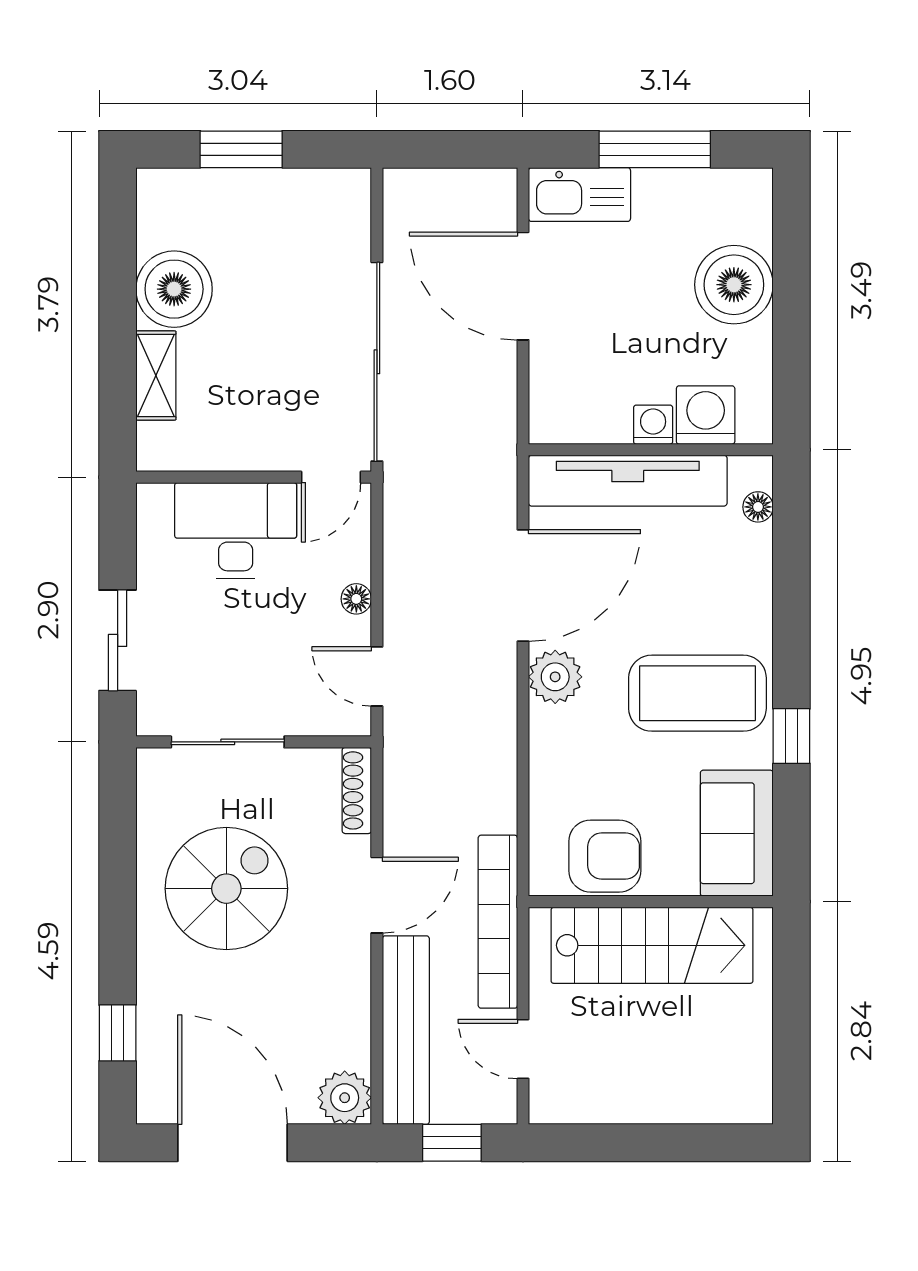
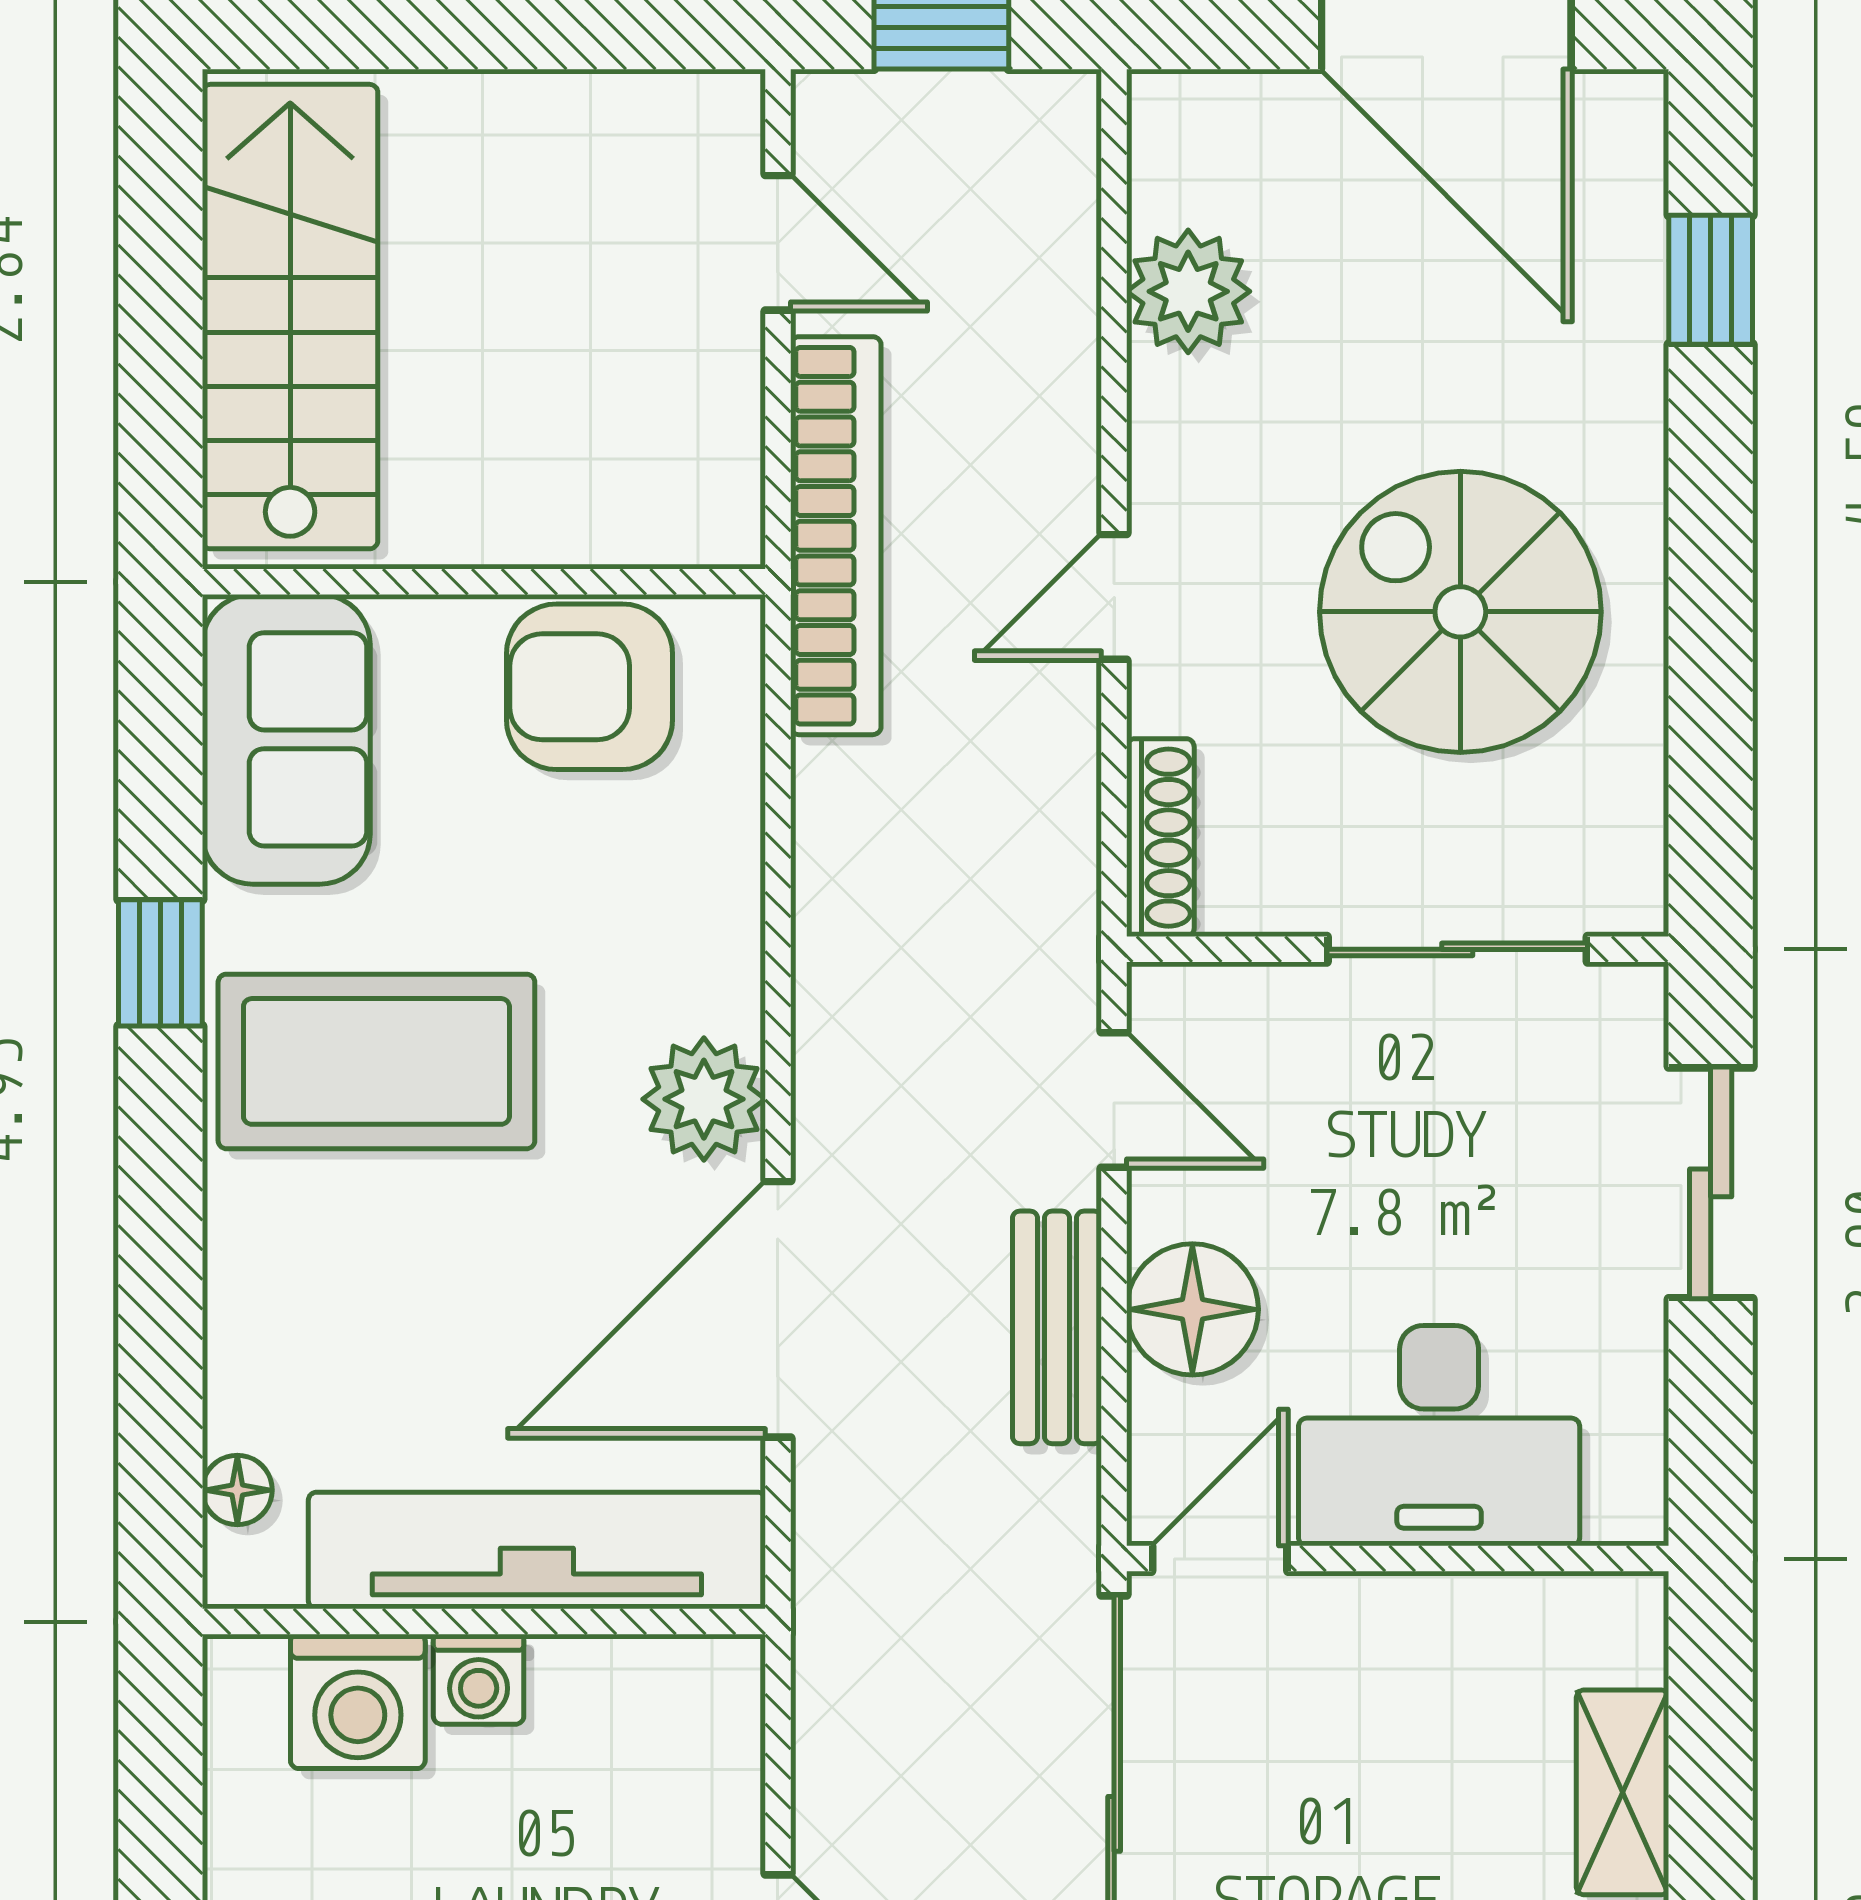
floor lamp: (356, 599) -> (1192, 1309), width x1.89, depth x1.89
spiral stairs: (226, 889) -> (1460, 612), turned 90
door: (377, 895) -> (1114, 597), width x0.73
stairs: (652, 945) -> (290, 317), moved, turned 90
bench: (406, 1030) -> (1057, 1327), moved, width x0.54, depth x0.82
plant: (345, 1098) -> (1188, 291), moved

